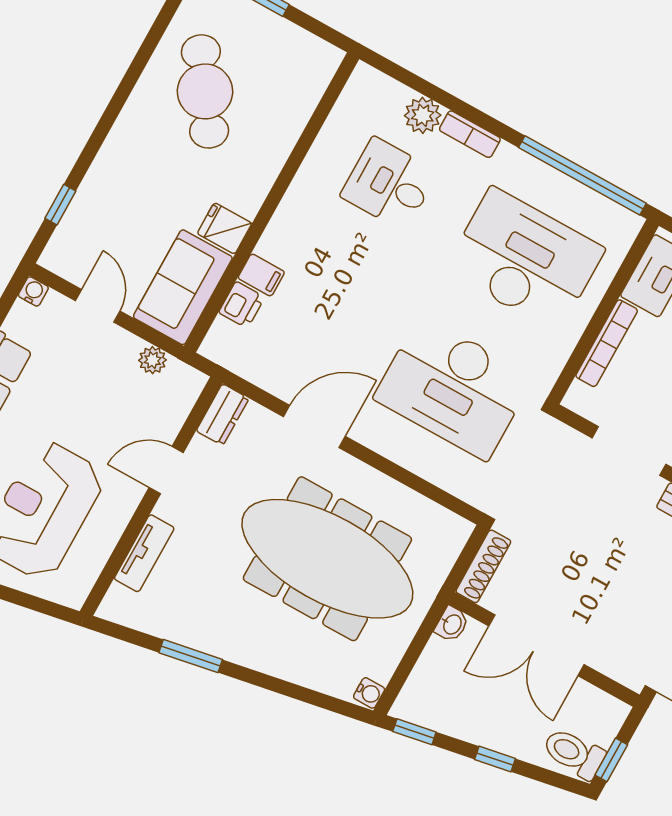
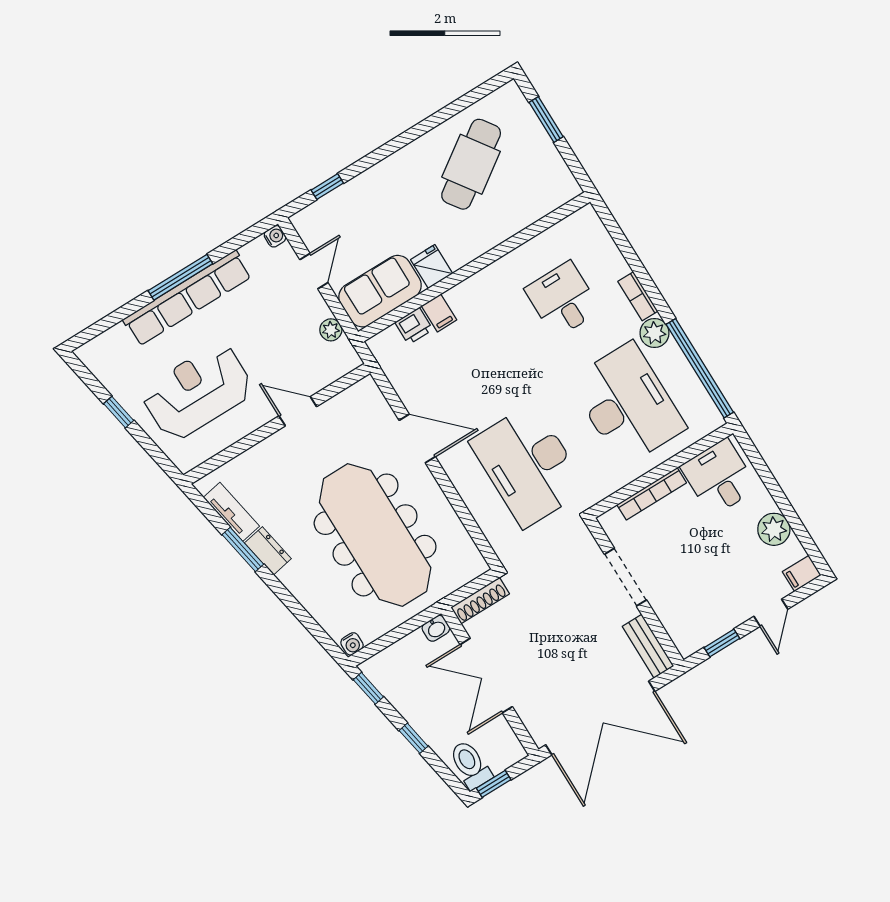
plant: (423, 115) -> (654, 333), moved
dresser: (223, 415) -> (268, 551), moved, turned -100
tv unit: (144, 553) -> (231, 512), moved, turned -100

